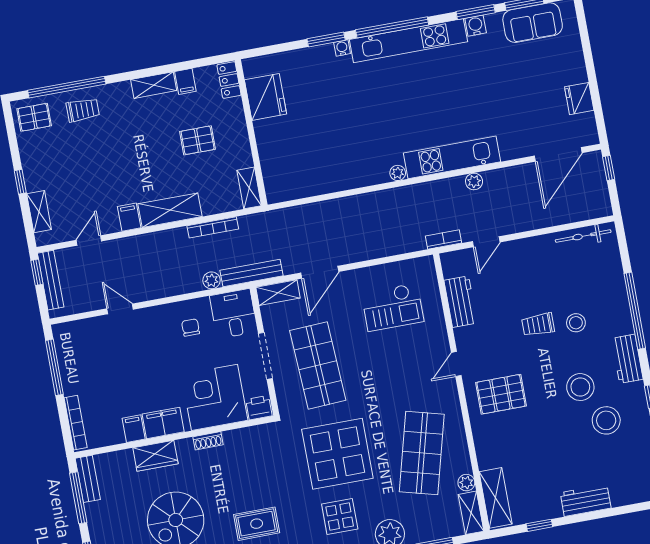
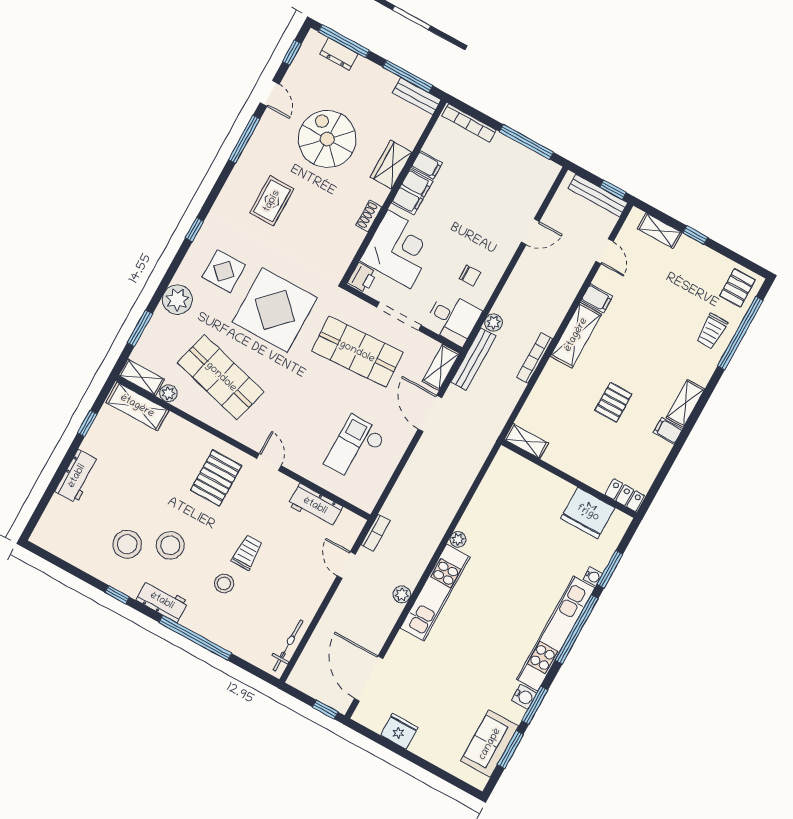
locker: (229, 80) -> (625, 495), moved
fridge: (266, 97) -> (588, 513), moved
wall: (251, 133) -> (569, 479), moved
shelving: (249, 188) -> (526, 441), moved

